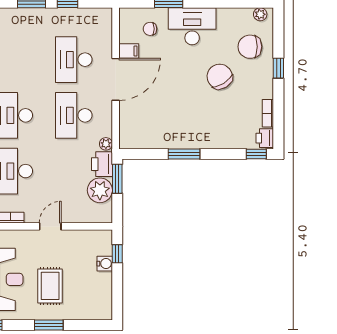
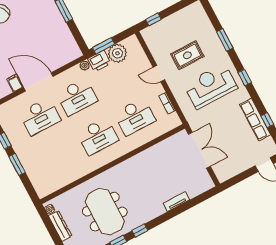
water cooler: (105, 264) -> (164, 24), removed
rug: (50, 286) -> (187, 55), moved

